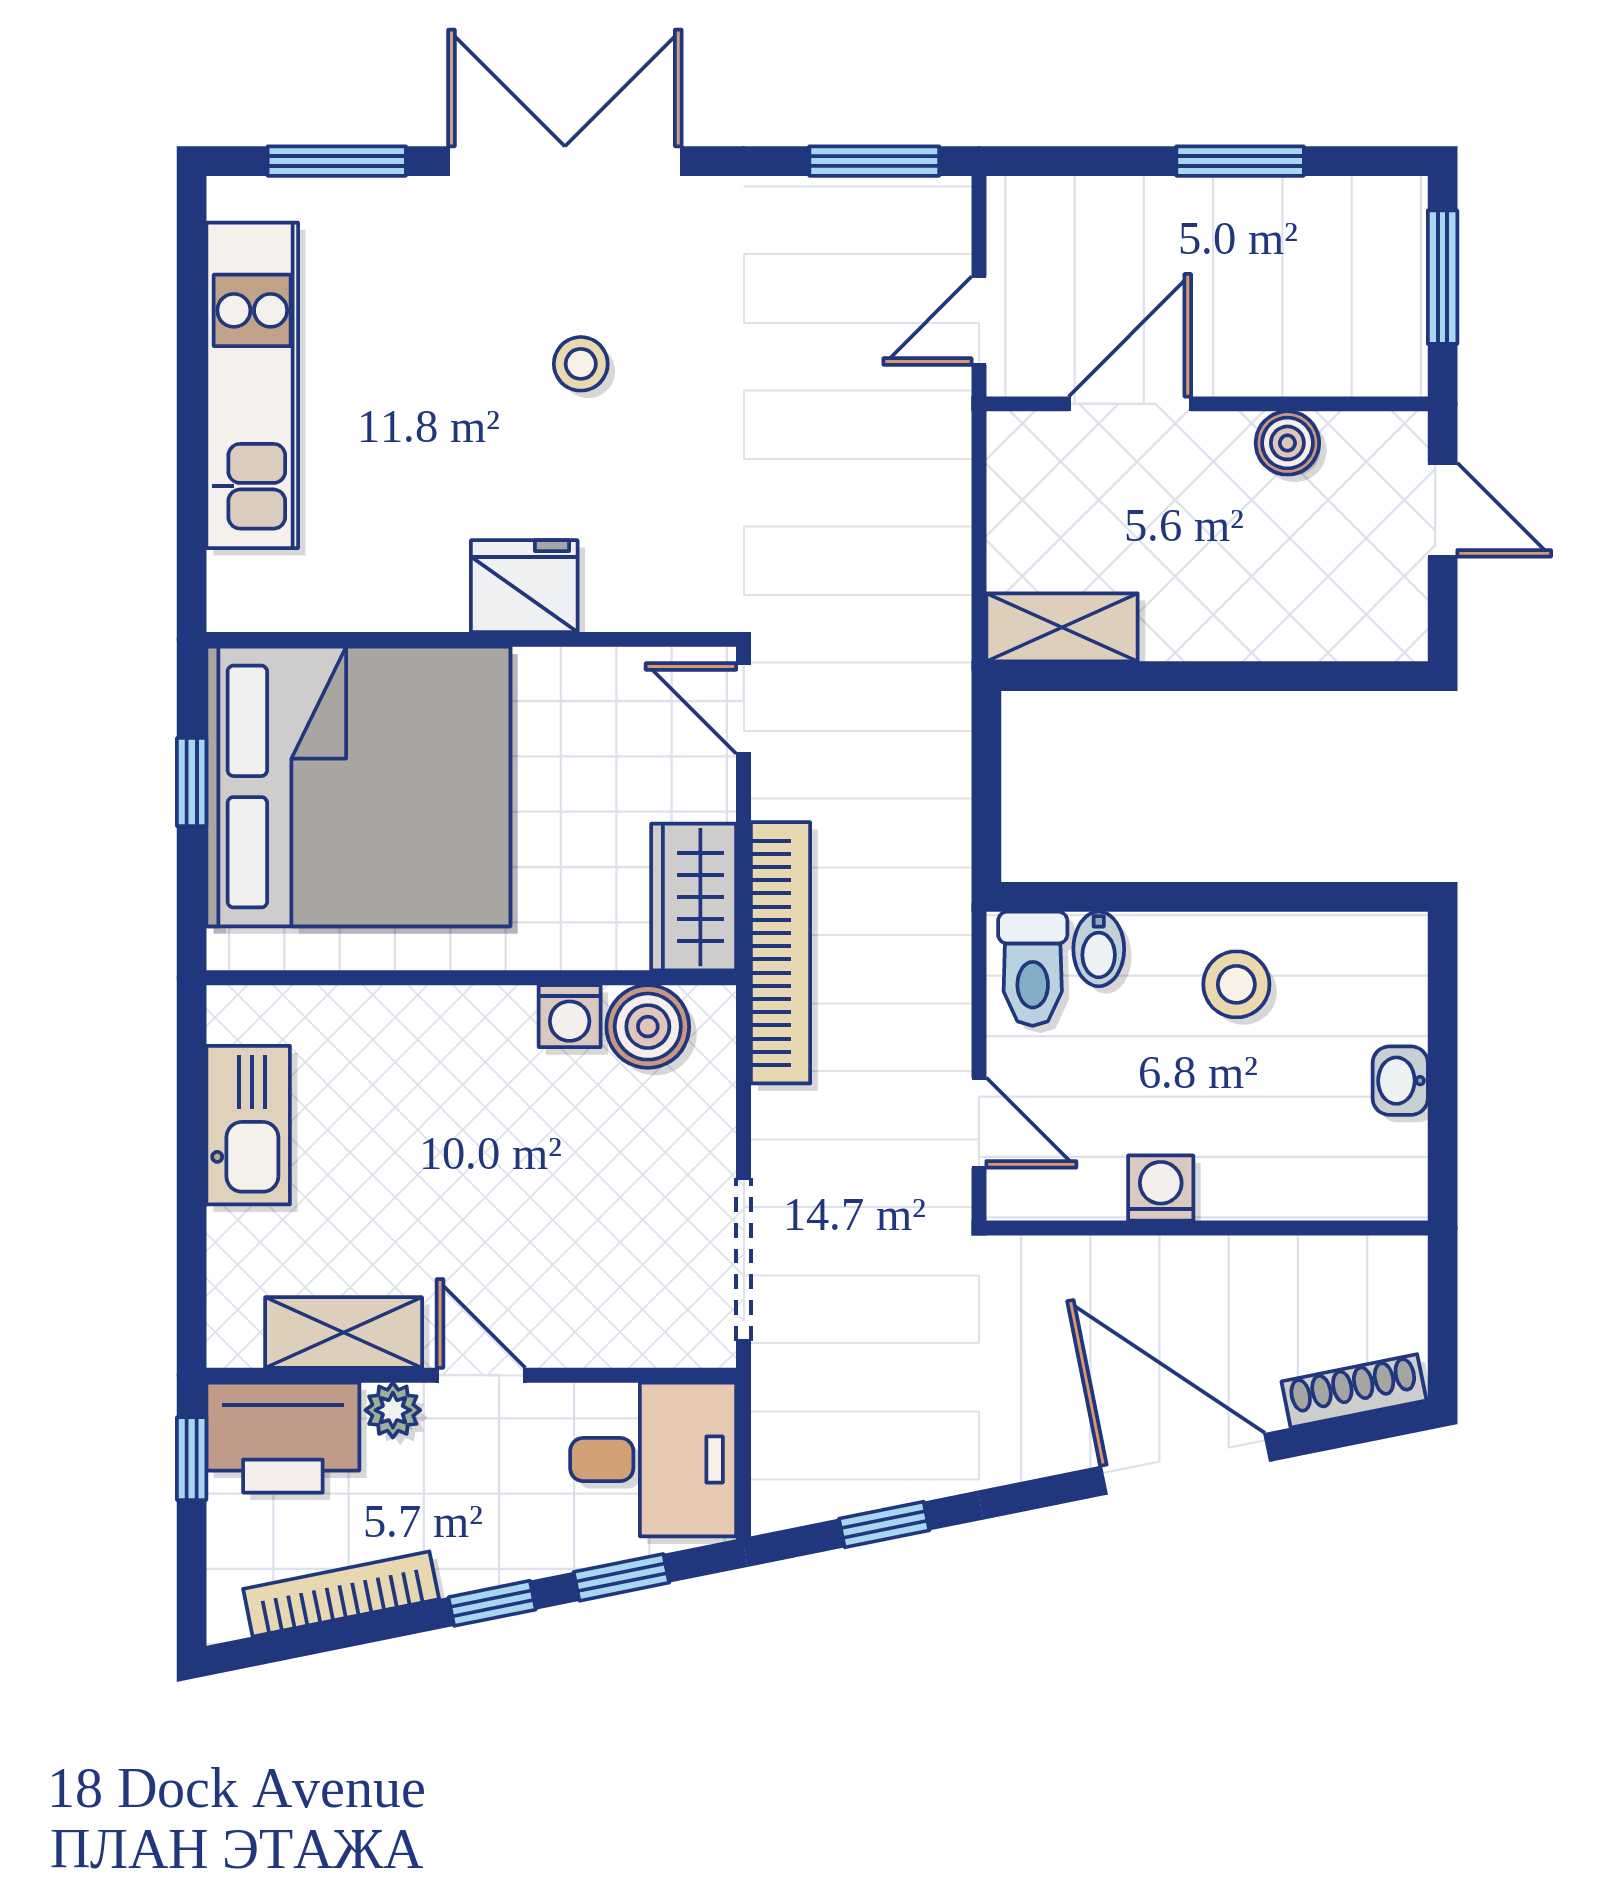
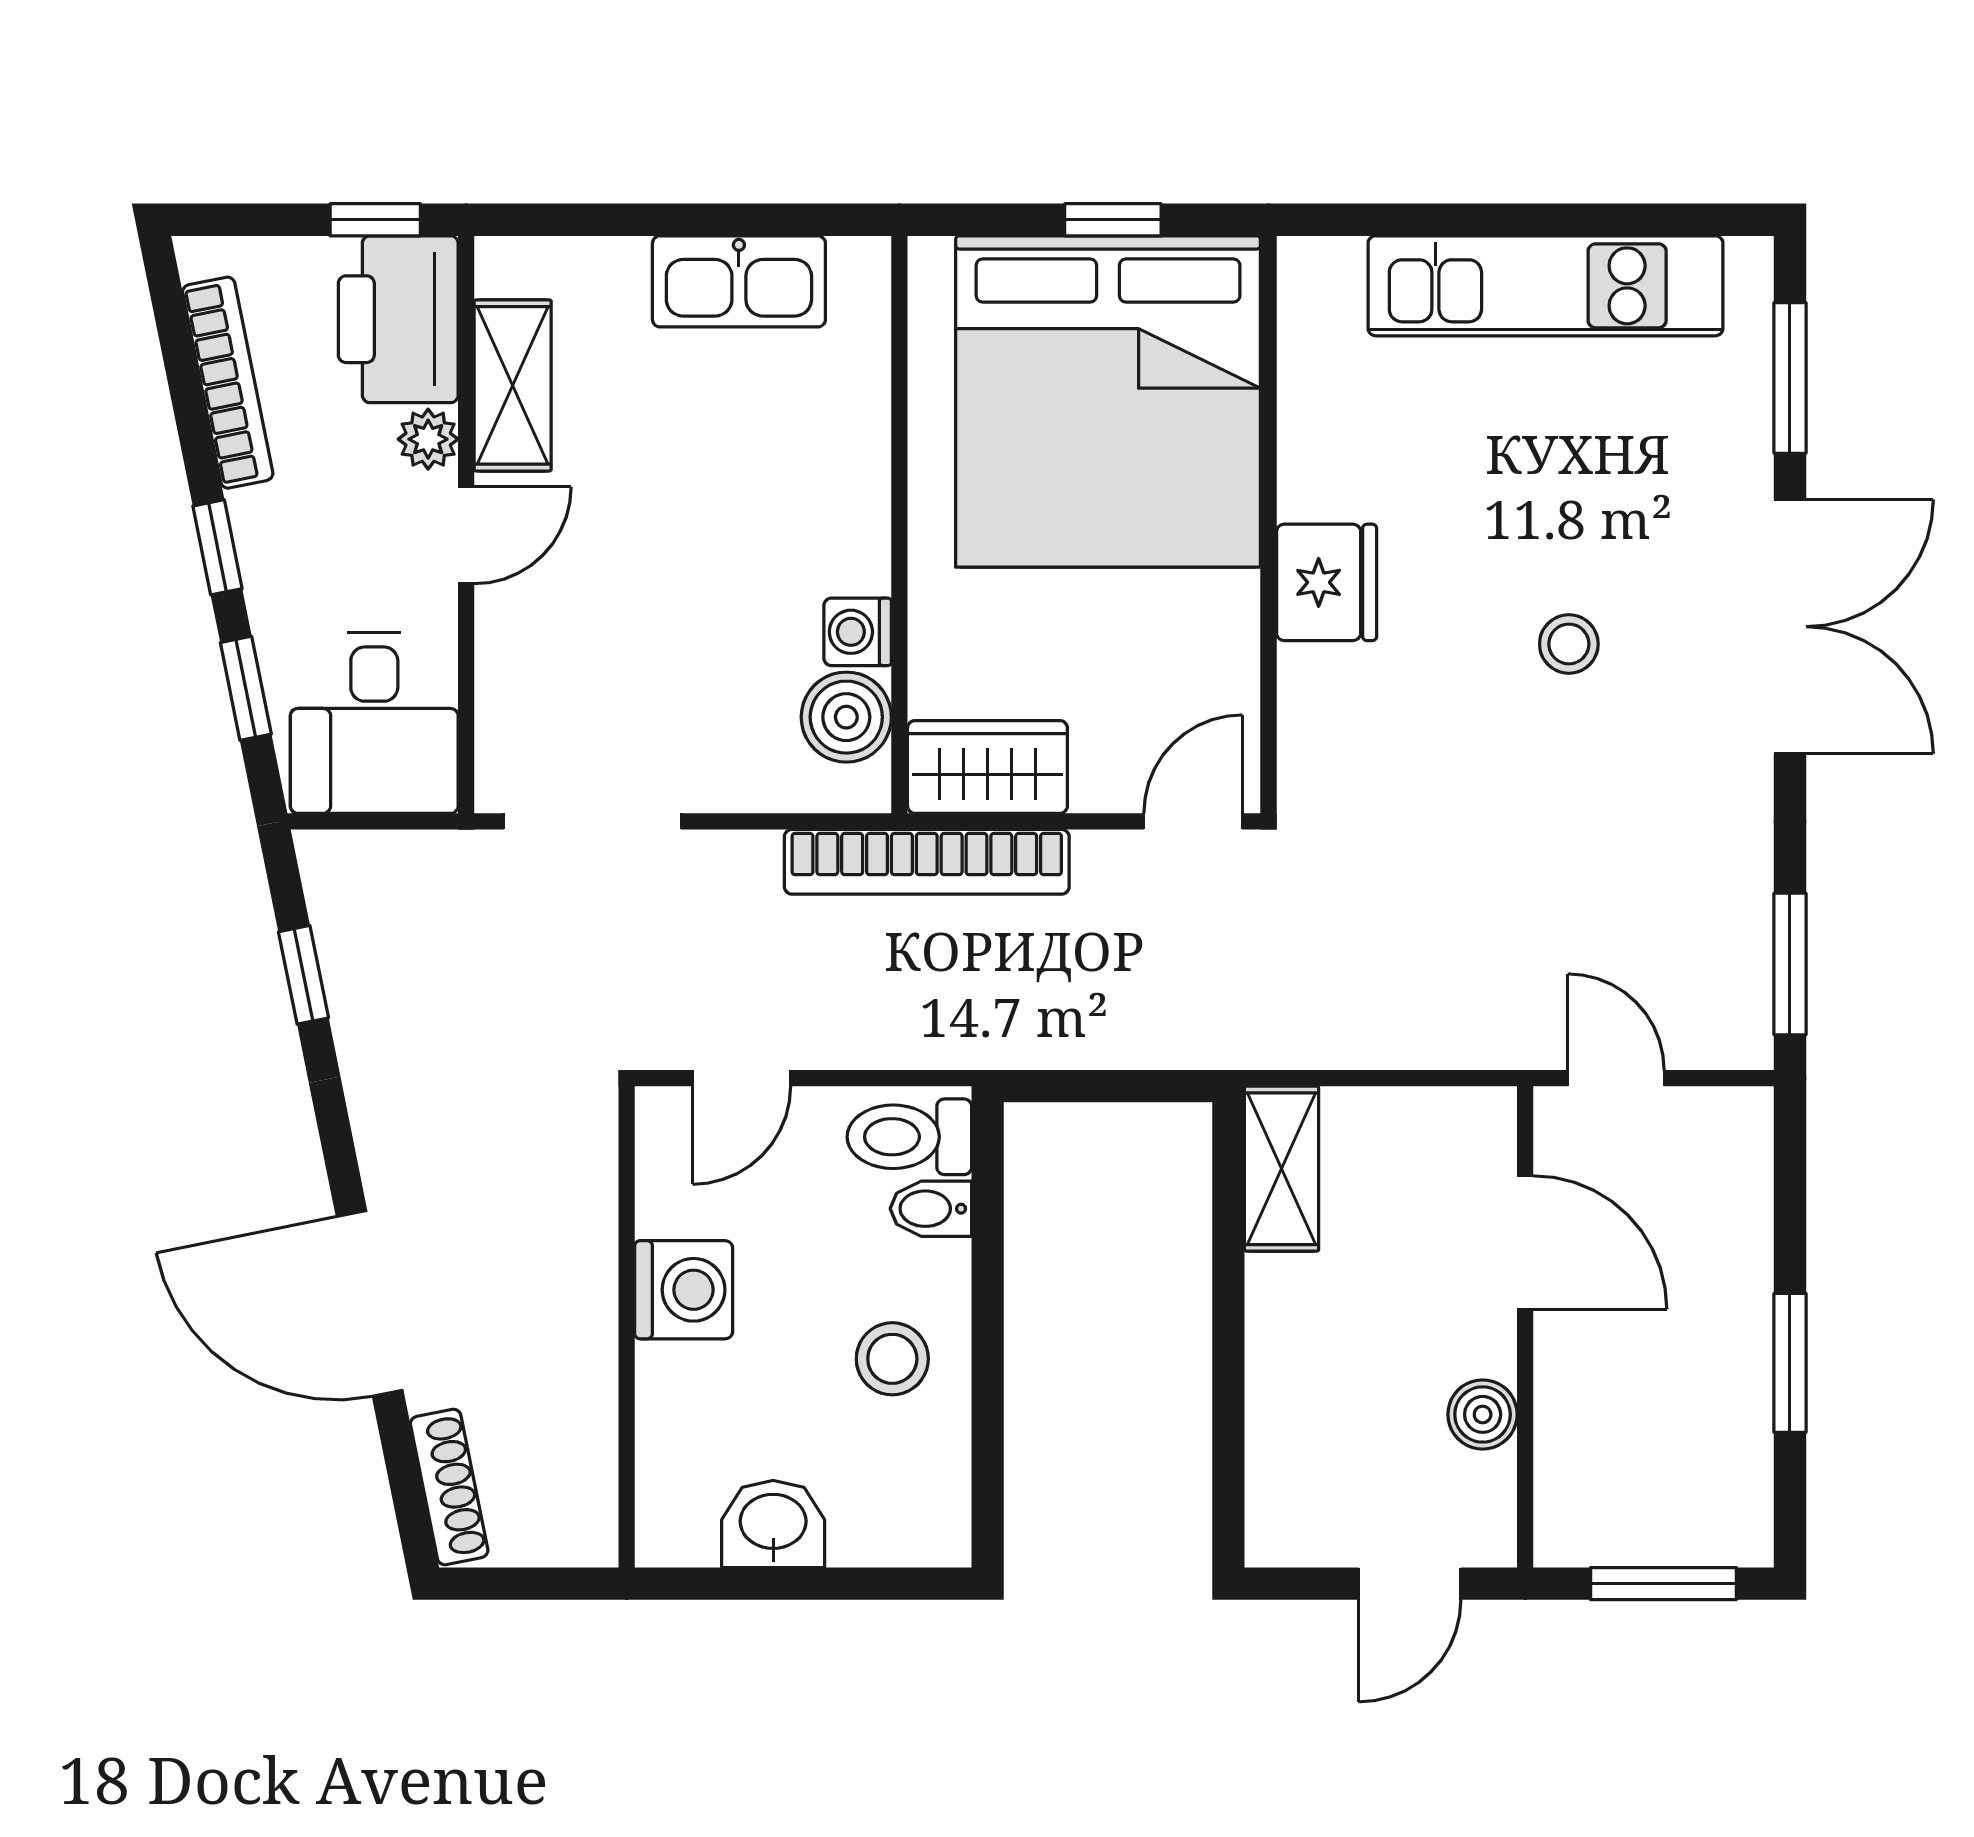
washbasin: (1400, 1081) -> (773, 1524), width x1.38, depth x1.45
washing machine: (1161, 1188) -> (684, 1290), width x1.38, depth x1.38
door: (1186, 1464) -> (370, 1303), swing flipped

